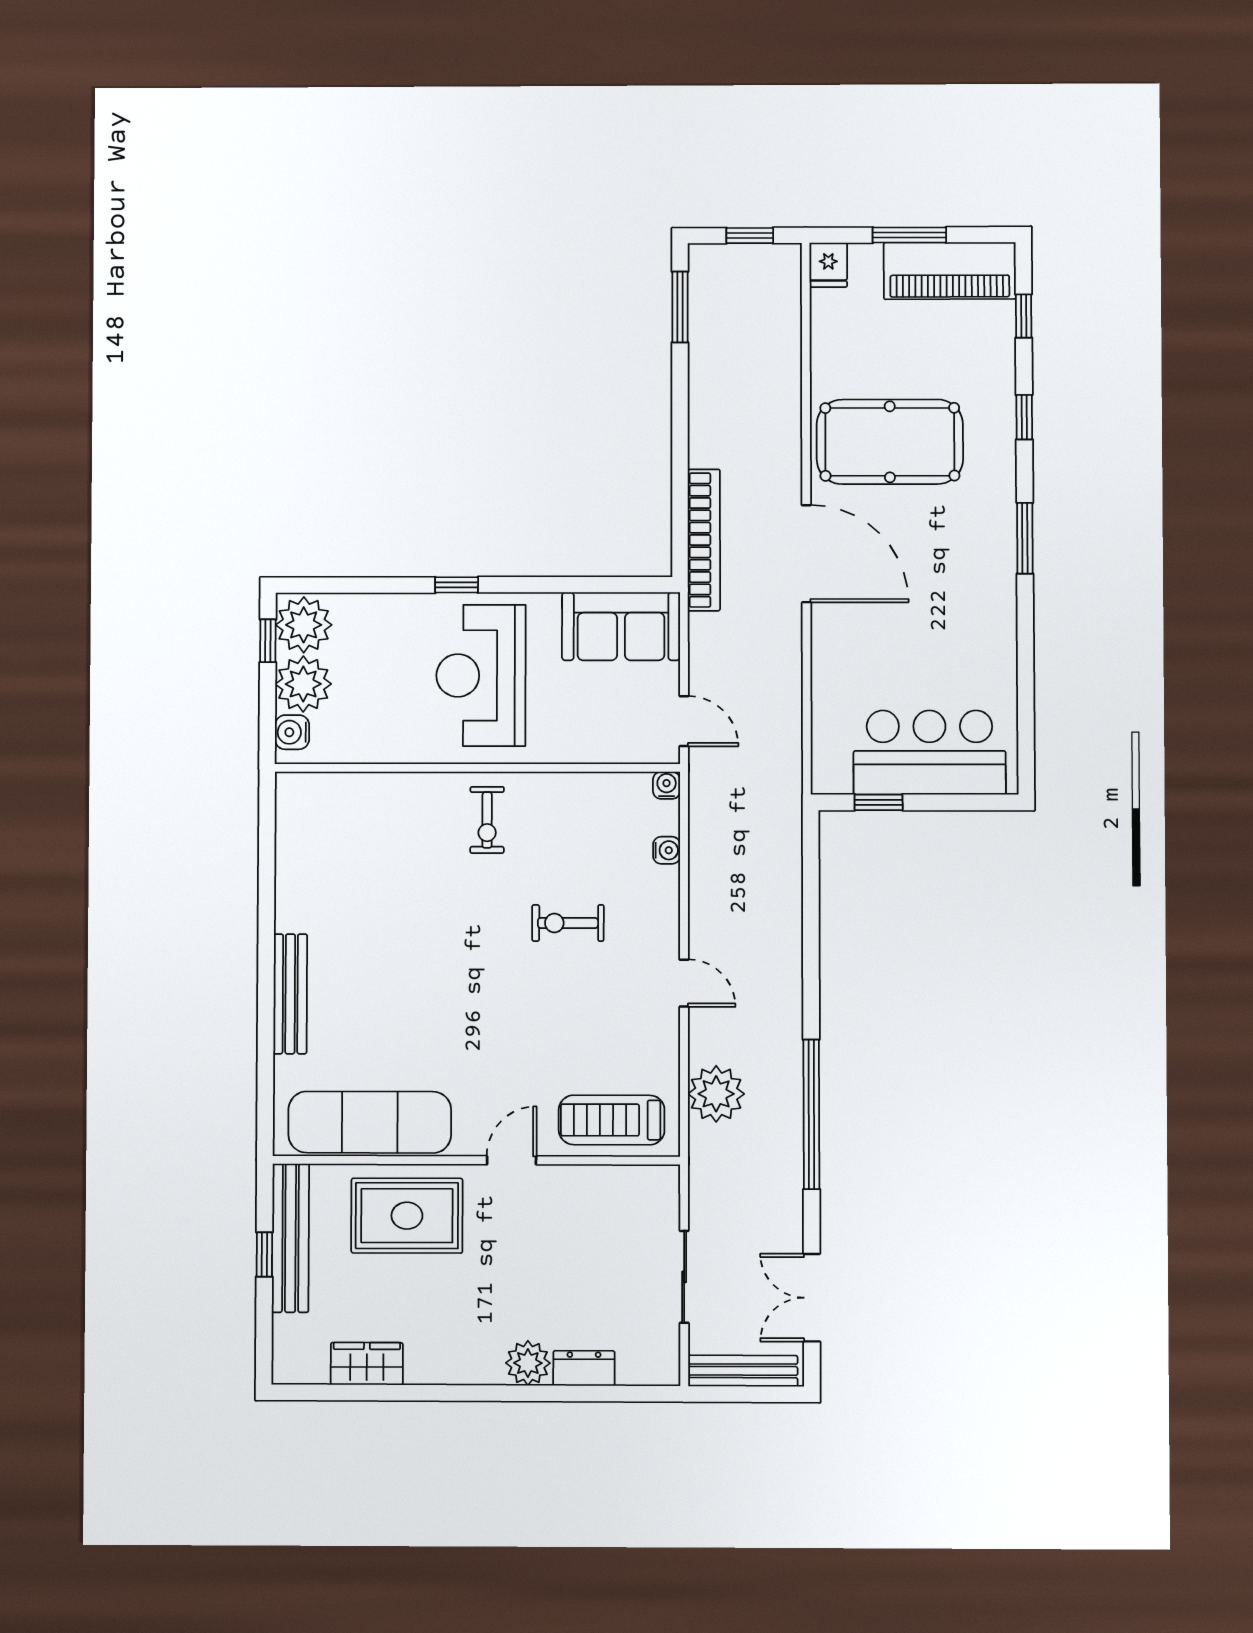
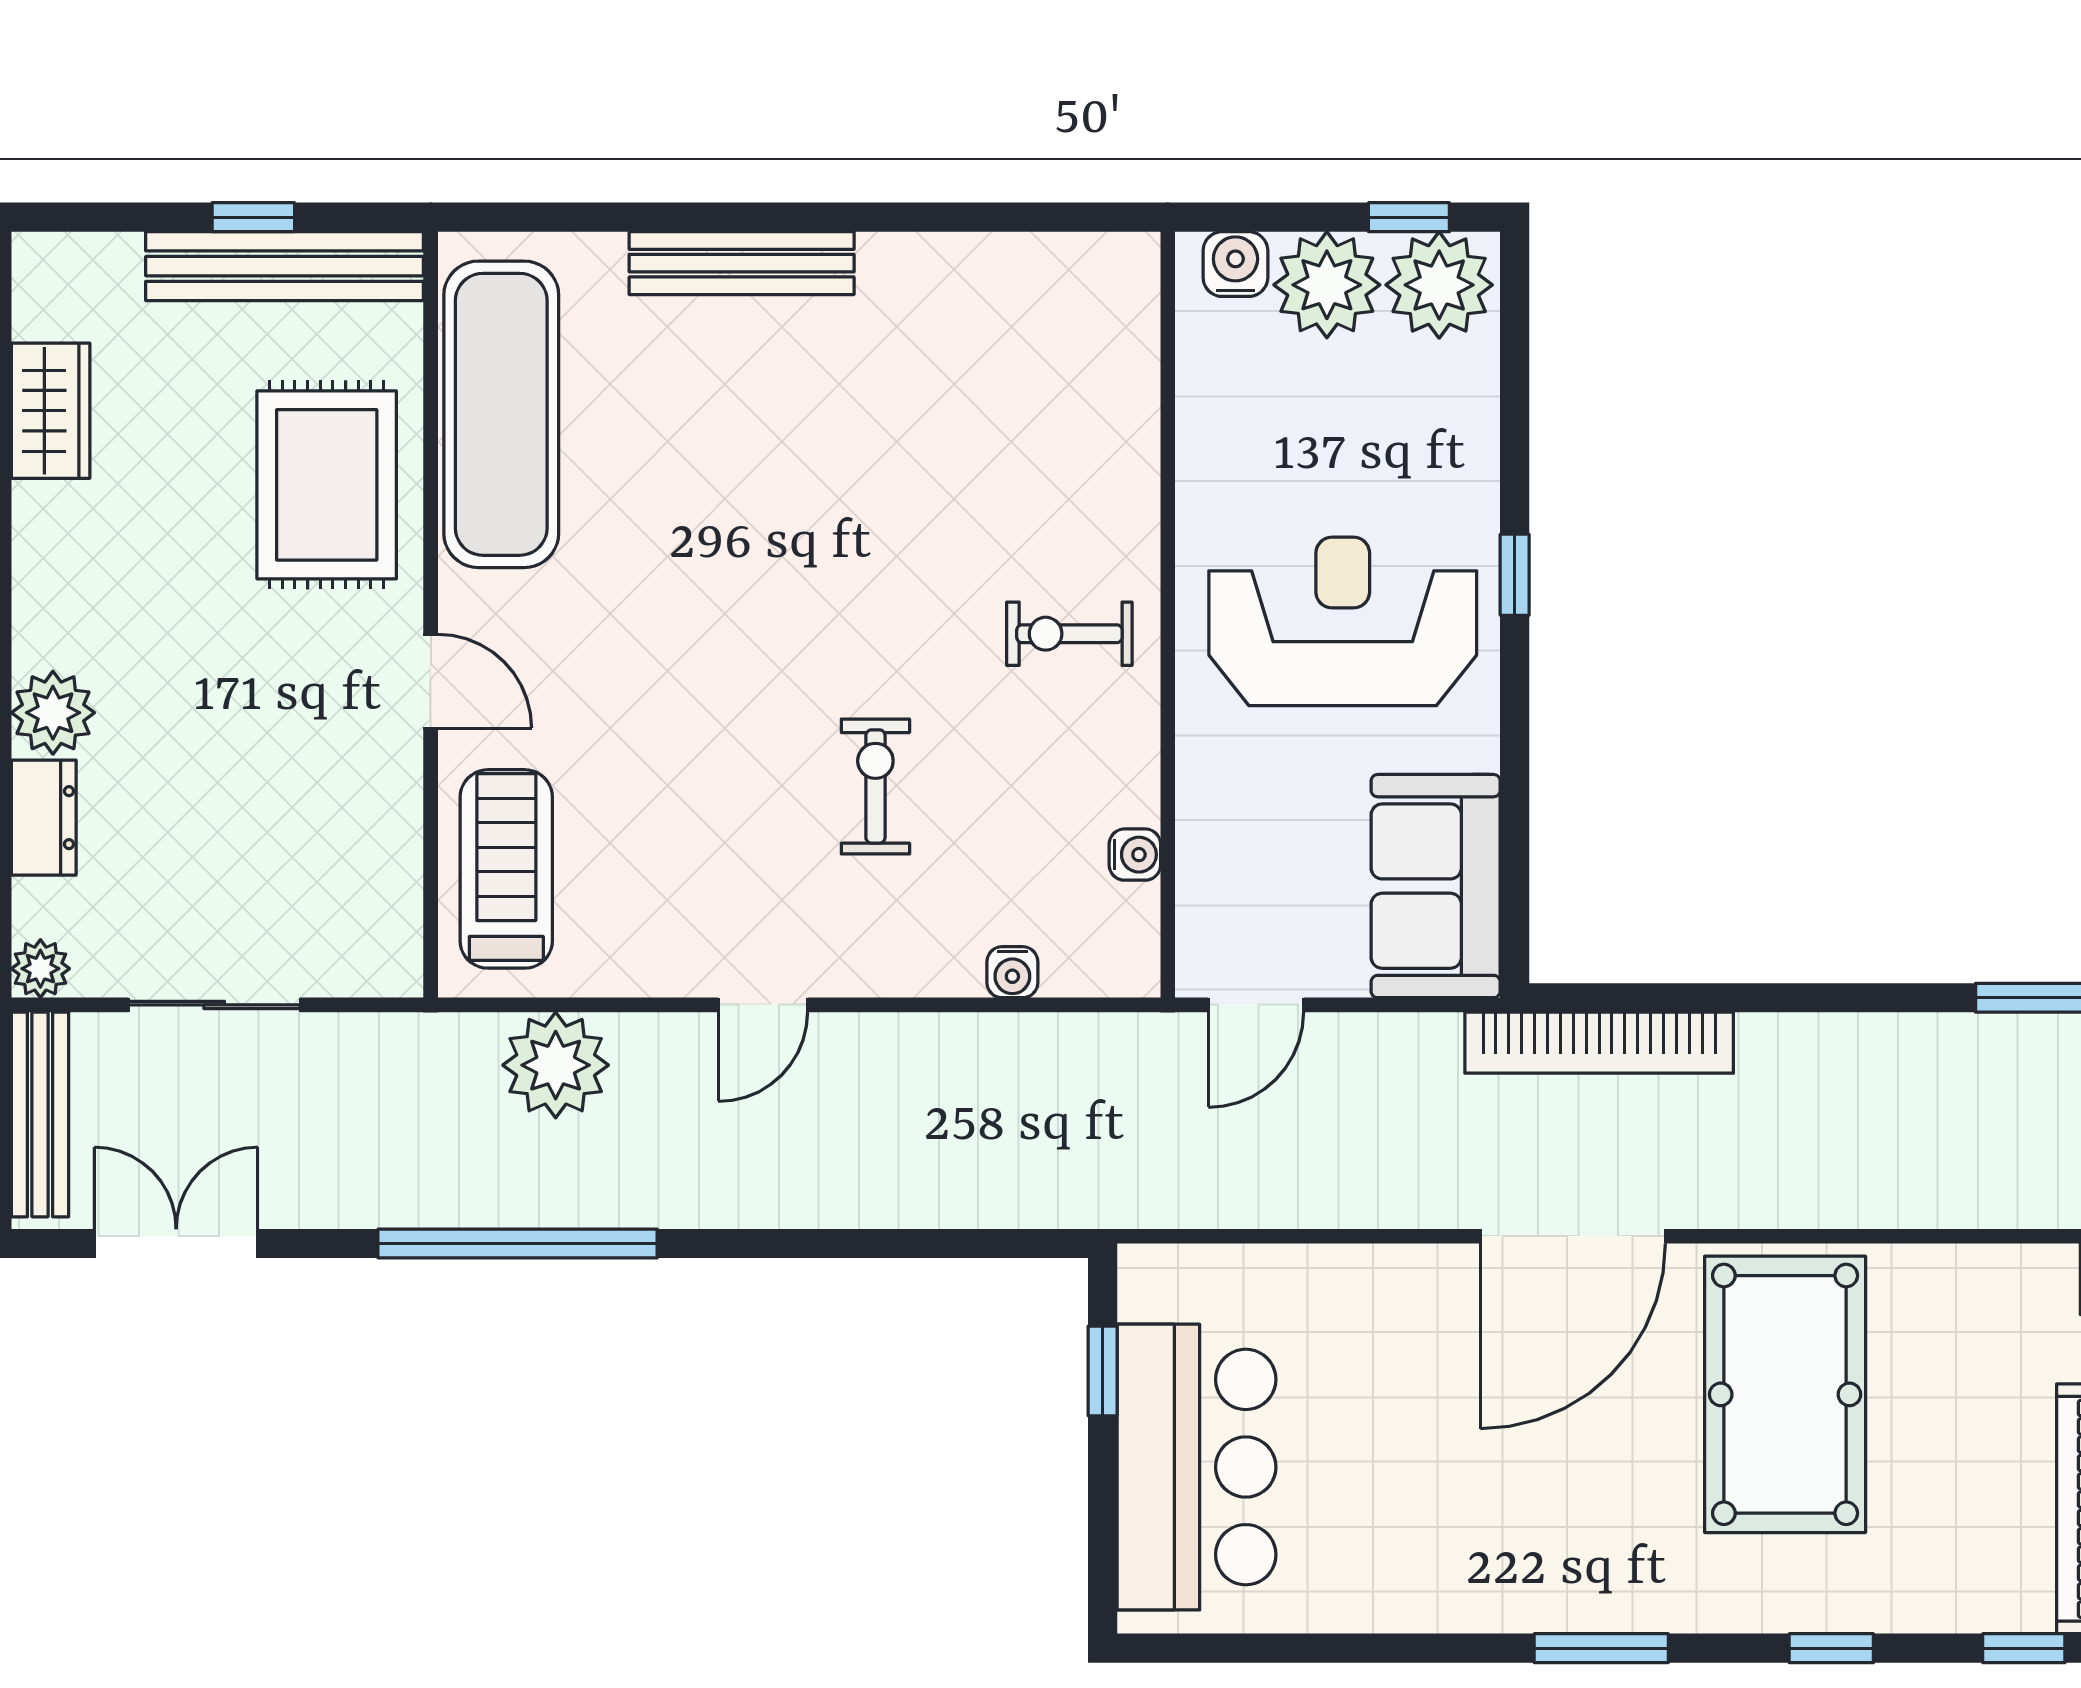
water cooler: (667, 785) -> (1135, 855), moved
plant: (665, 1370) -> (40, 969), added

